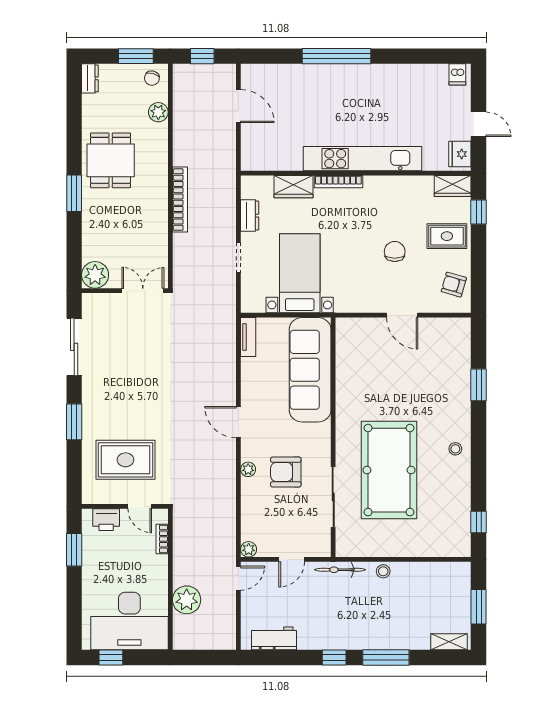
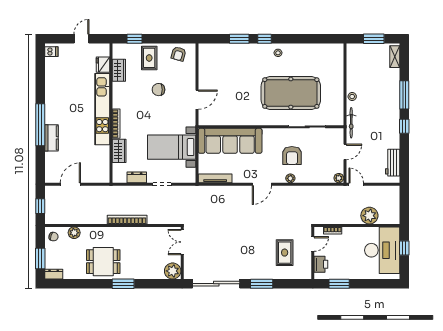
window: (136, 56) -> (40, 258), moved
kitchen counter: (315, 75) -> (51, 138), added
fridge: (460, 154) -> (103, 65), moved, turned 90
wardrobe: (453, 186) -> (119, 70), moved
door: (402, 315) -> (197, 100), moved
tv unit: (248, 337) -> (215, 178), width x1.41
sliding door: (74, 347) -> (216, 284), width x1.36
rug: (125, 460) -> (285, 253), width x0.73, depth x0.70
window: (479, 522) -> (264, 39), moved
door: (292, 559) -> (345, 152), hinge flipped
window: (111, 658) -> (404, 248), moved

